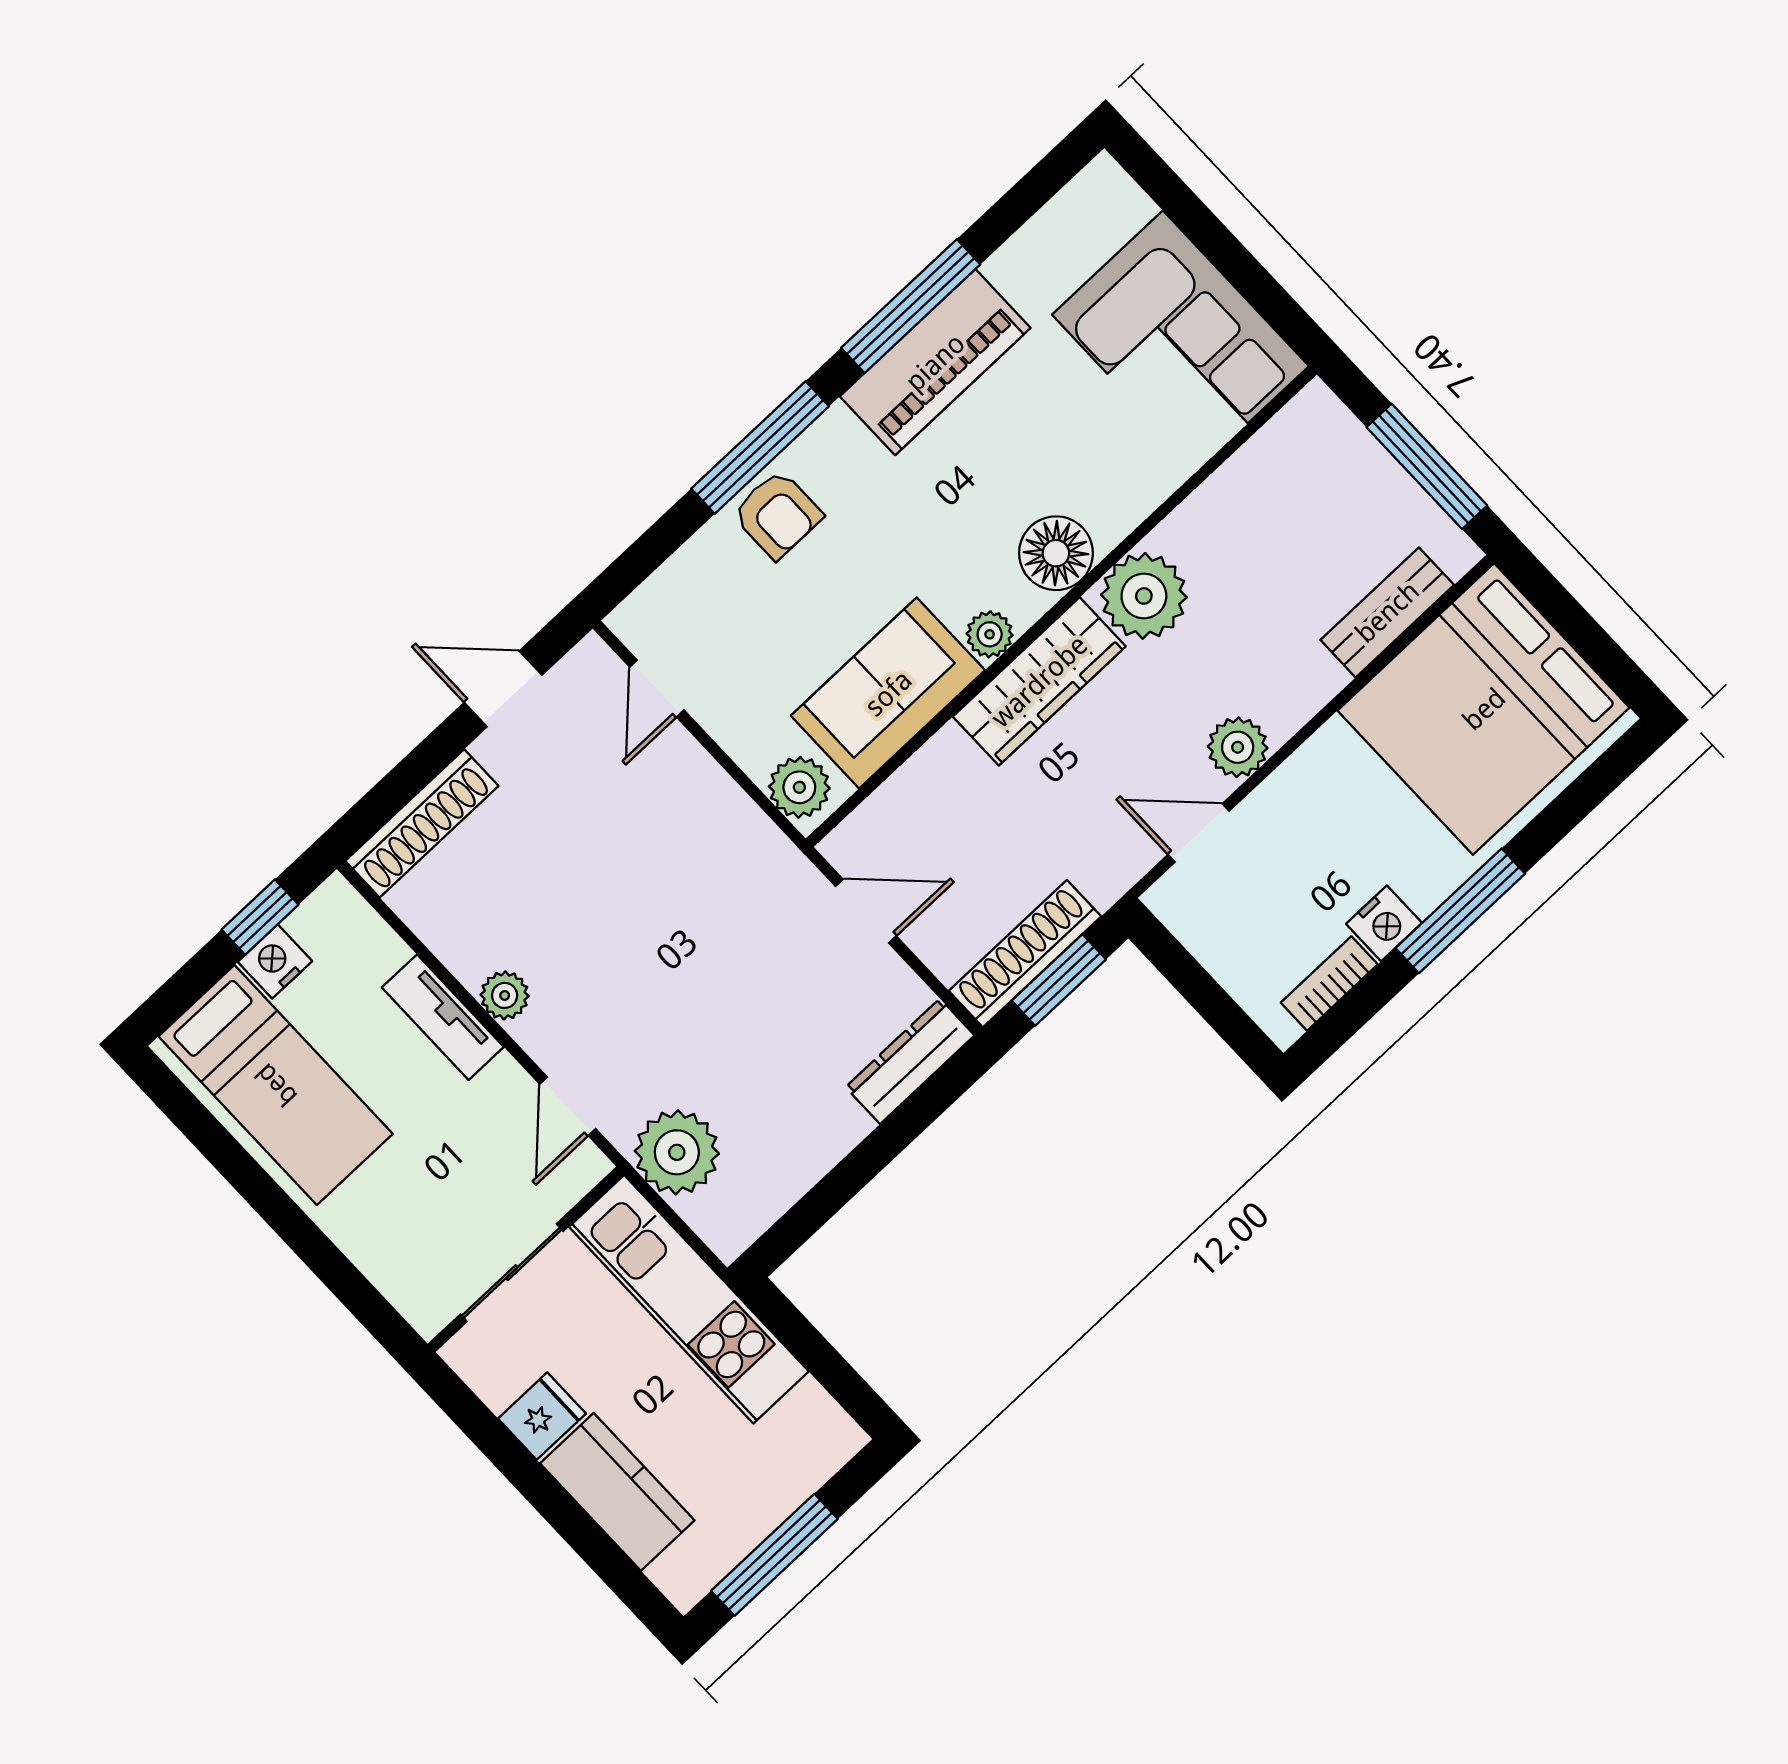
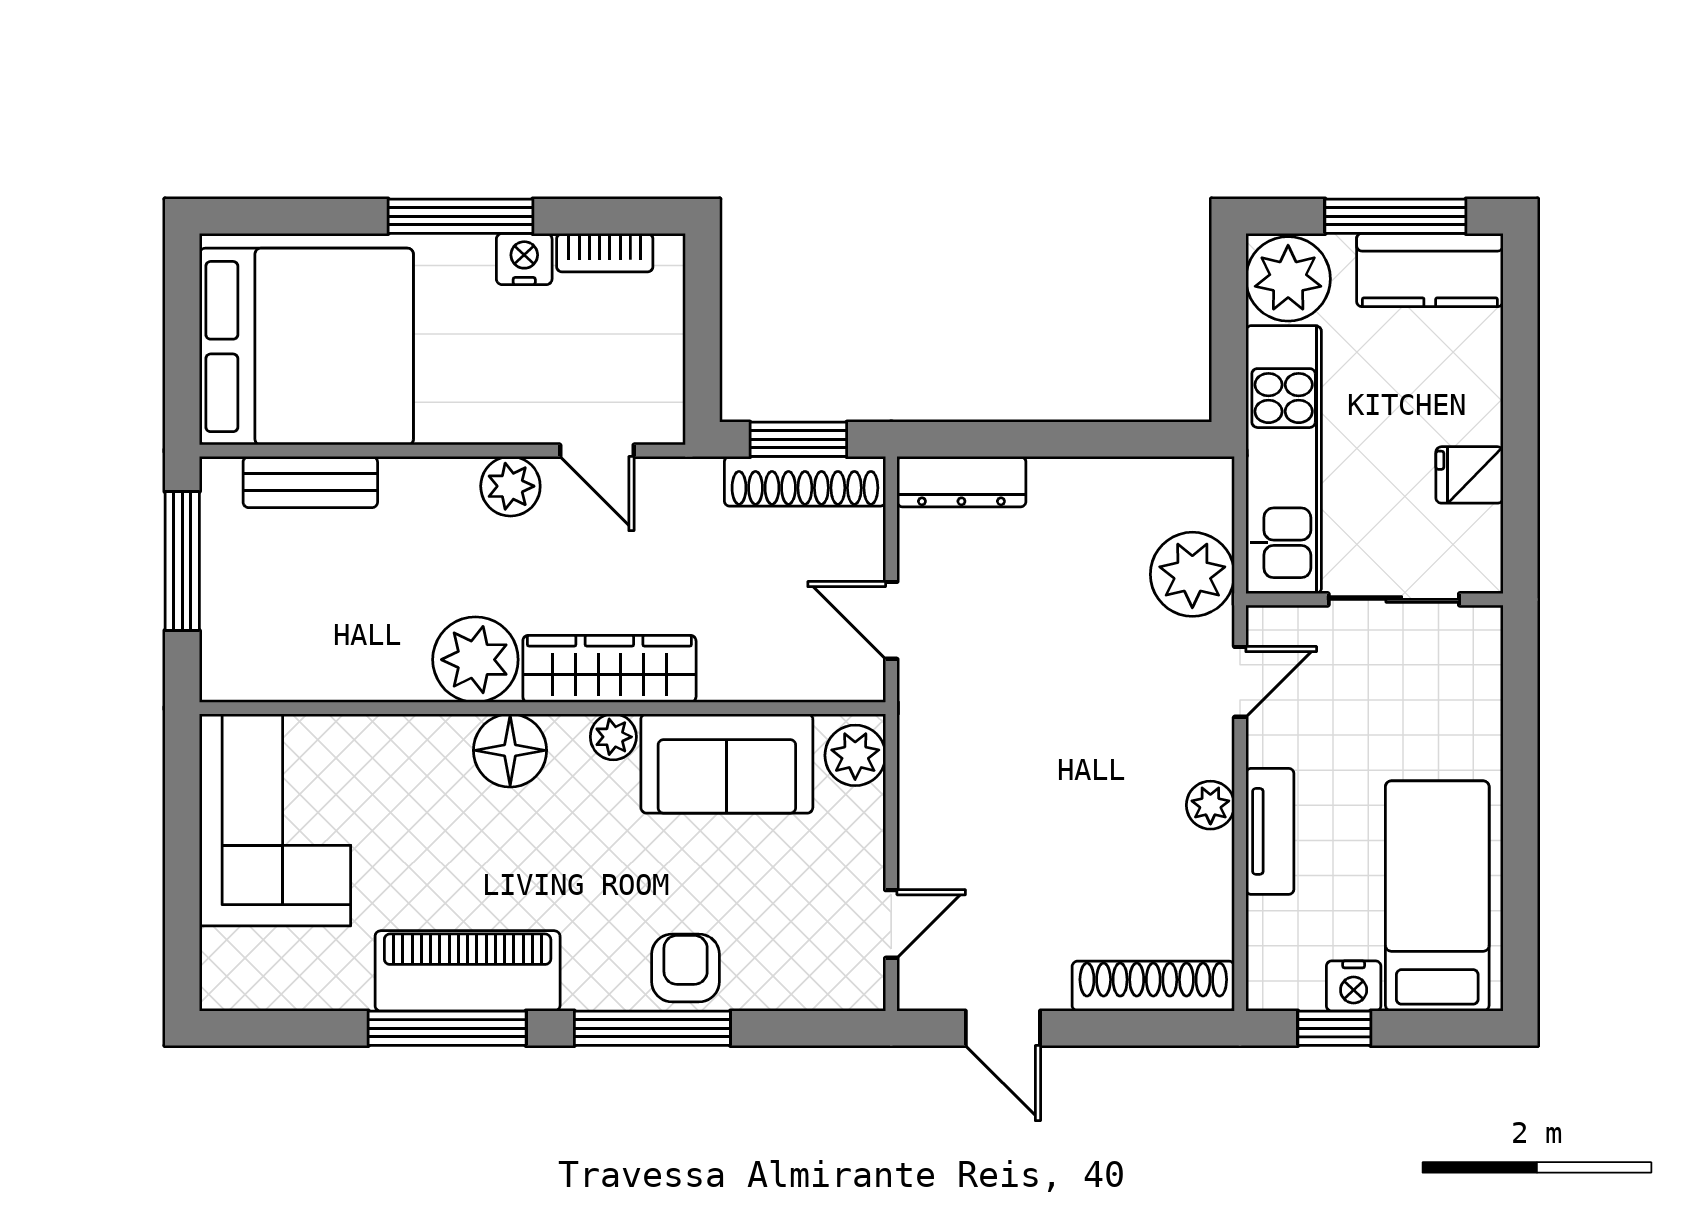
plant: (810, 1435) -> (1288, 279), added
kitchen counter: (617, 1492) -> (1430, 270), moved, turned -90

